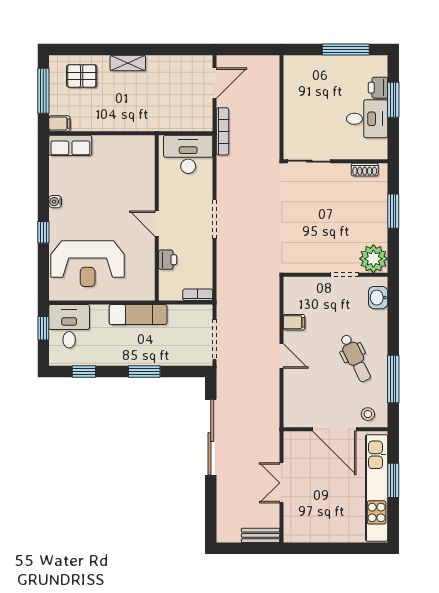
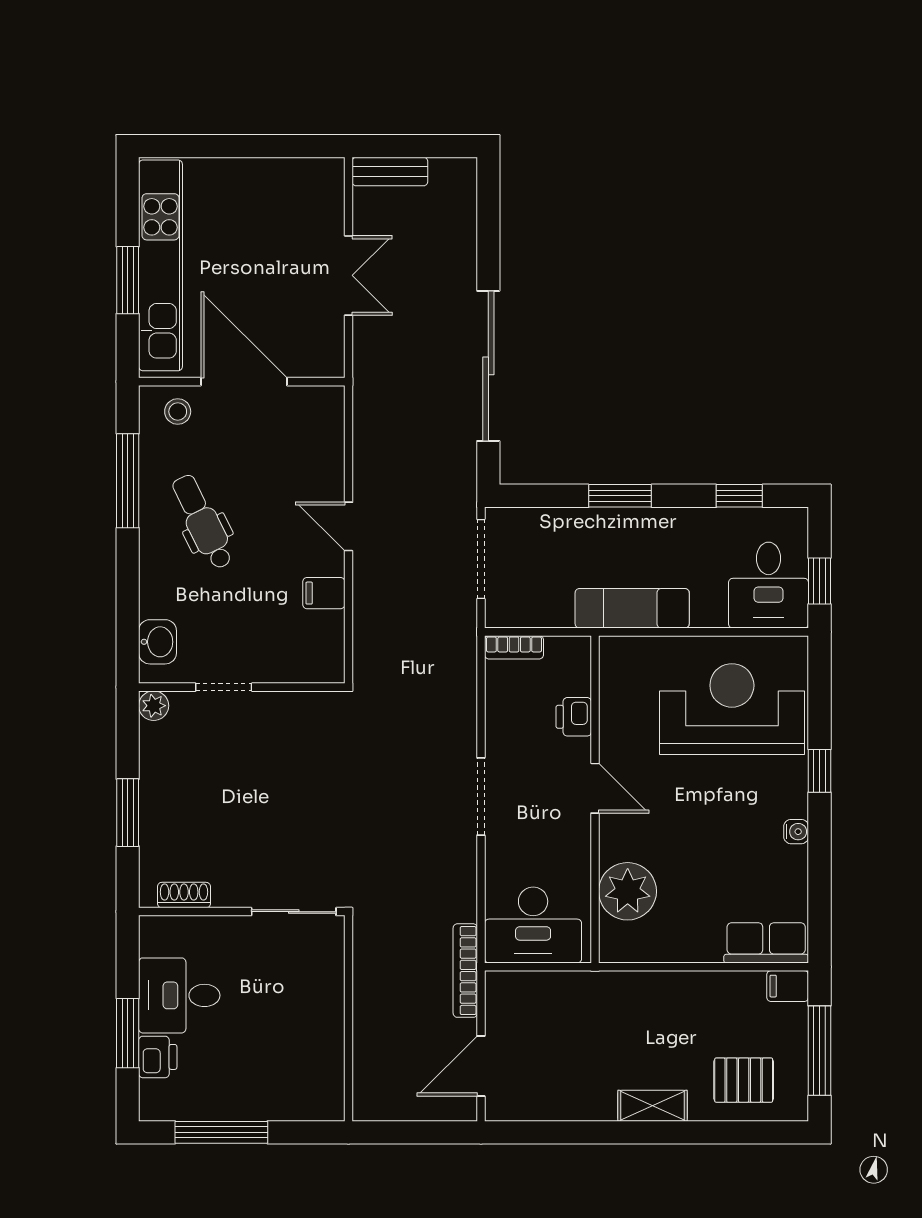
plant: (140, 171) -> (628, 891), added
plant: (373, 259) -> (154, 706), width x0.53, depth x0.53

